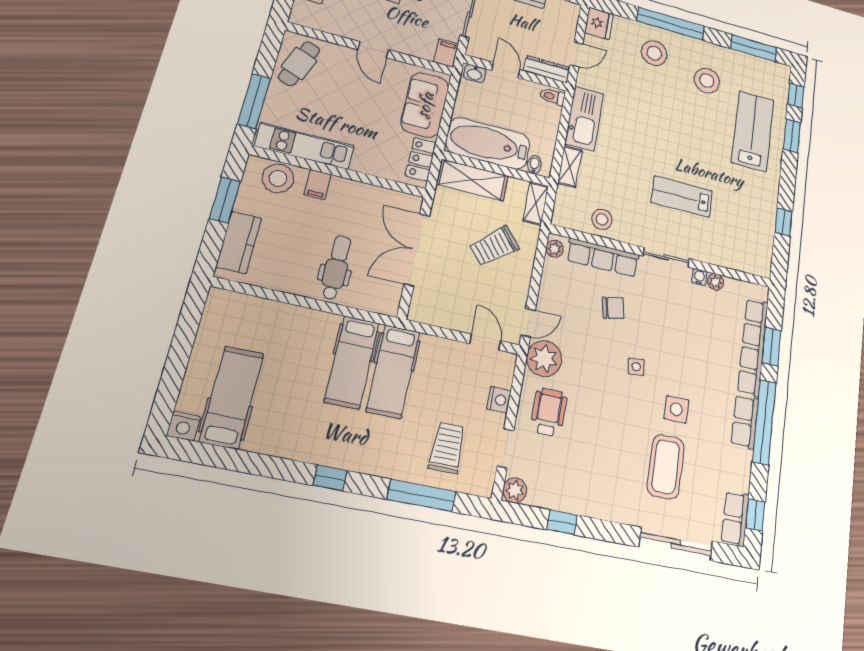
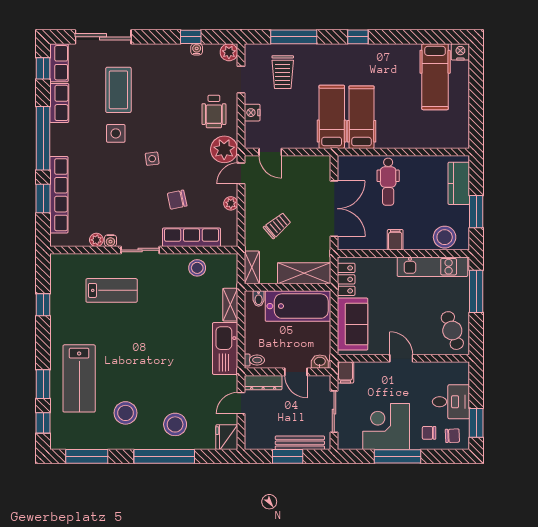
cafe table: (299, 64) -> (452, 331), turned -39
filing cabinet: (318, 185) -> (395, 240), moved
lab bench: (682, 197) -> (112, 290), moved
trolley: (494, 246) -> (277, 225), width x0.73, depth x0.72
plant: (555, 249) -> (231, 203), moved
row of seats: (745, 422) -> (59, 103), moved
water cooler: (557, 503) -> (197, 49), added

